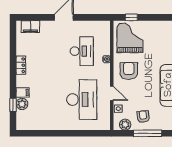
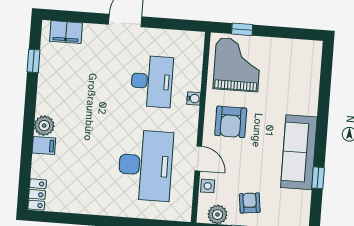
locker: (21, 65) -> (37, 194), moved
armchair: (129, 71) -> (231, 122), turned 180
plant: (22, 104) -> (44, 126), moved
window: (13, 105) -> (34, 61), moved

